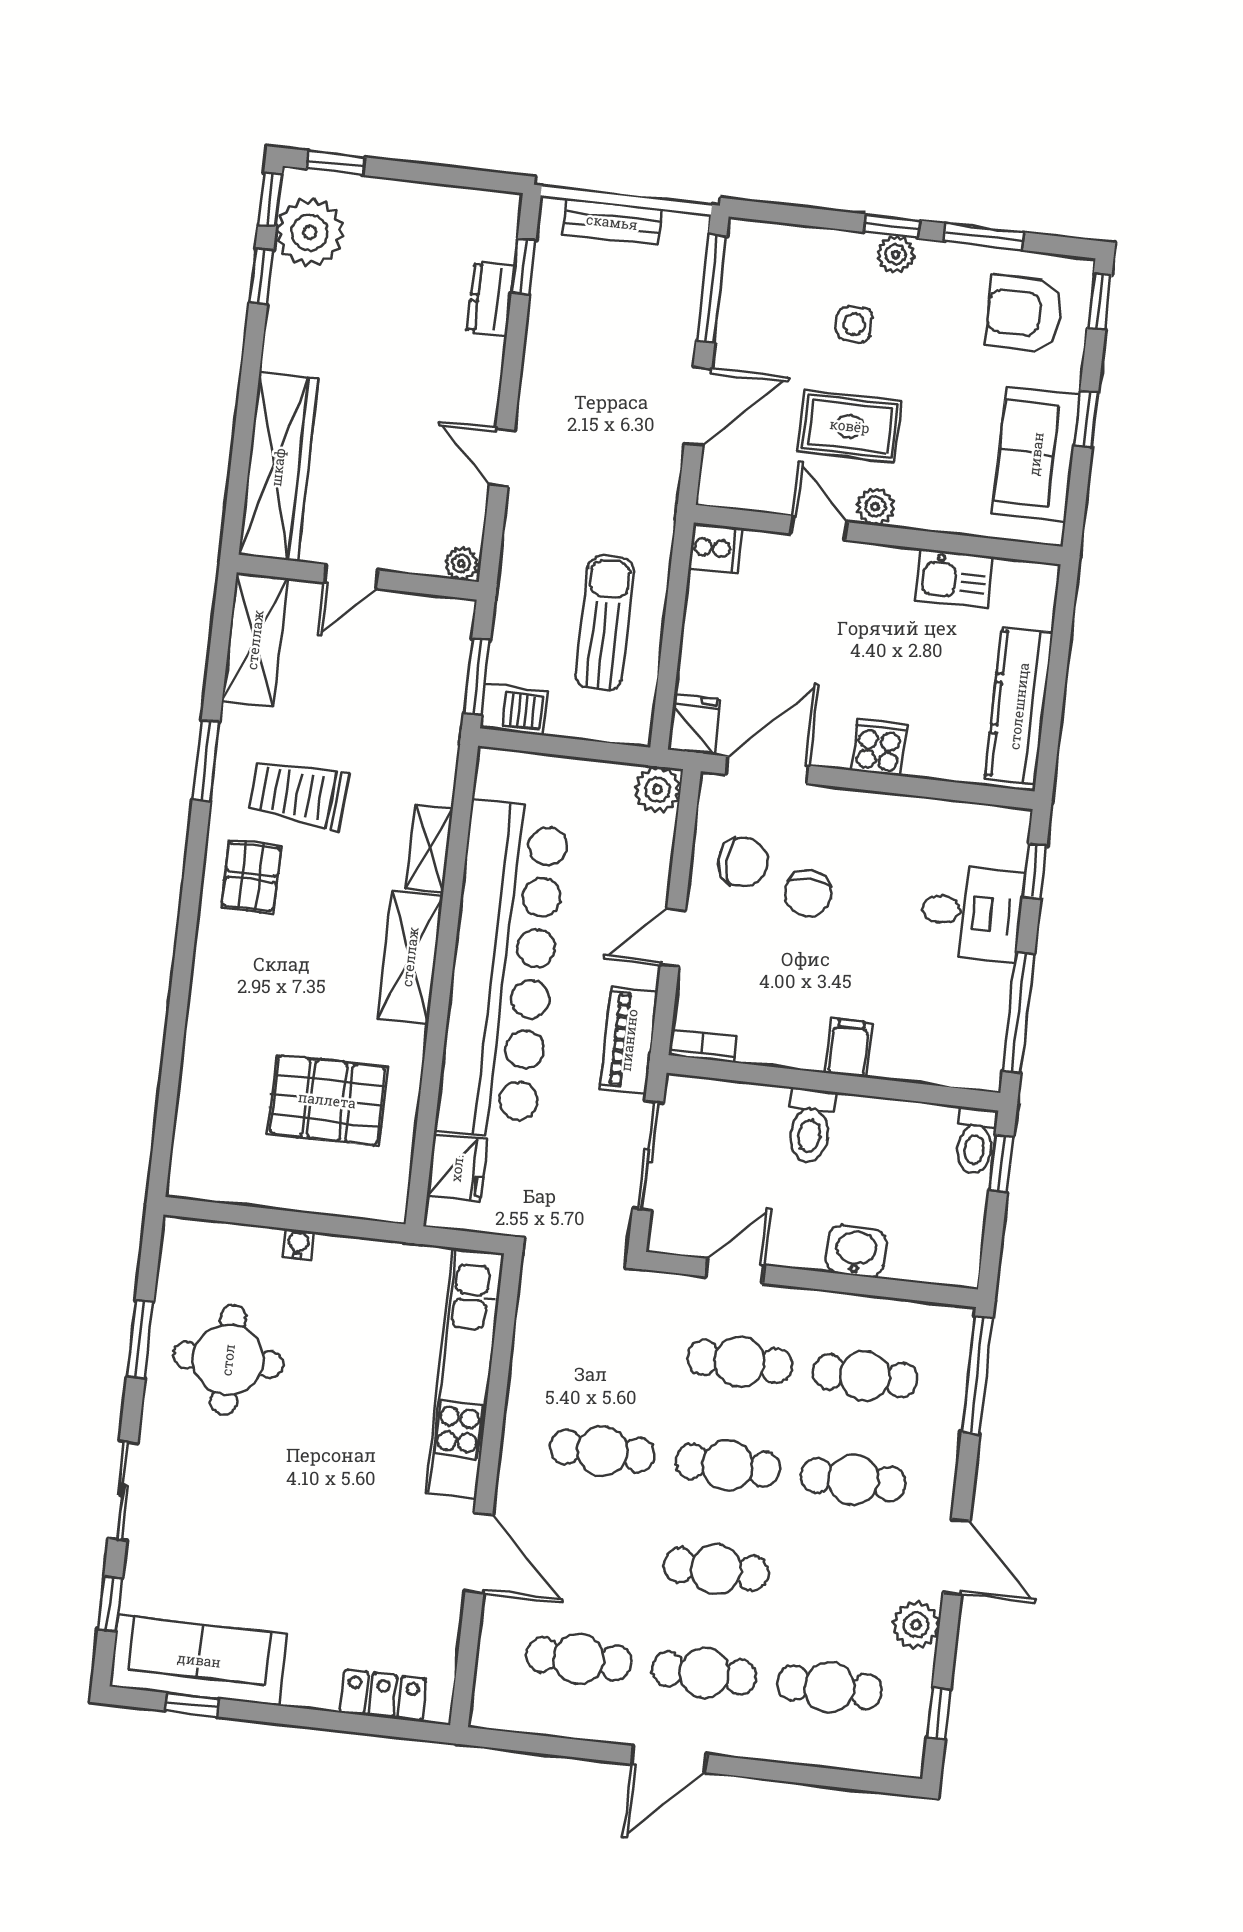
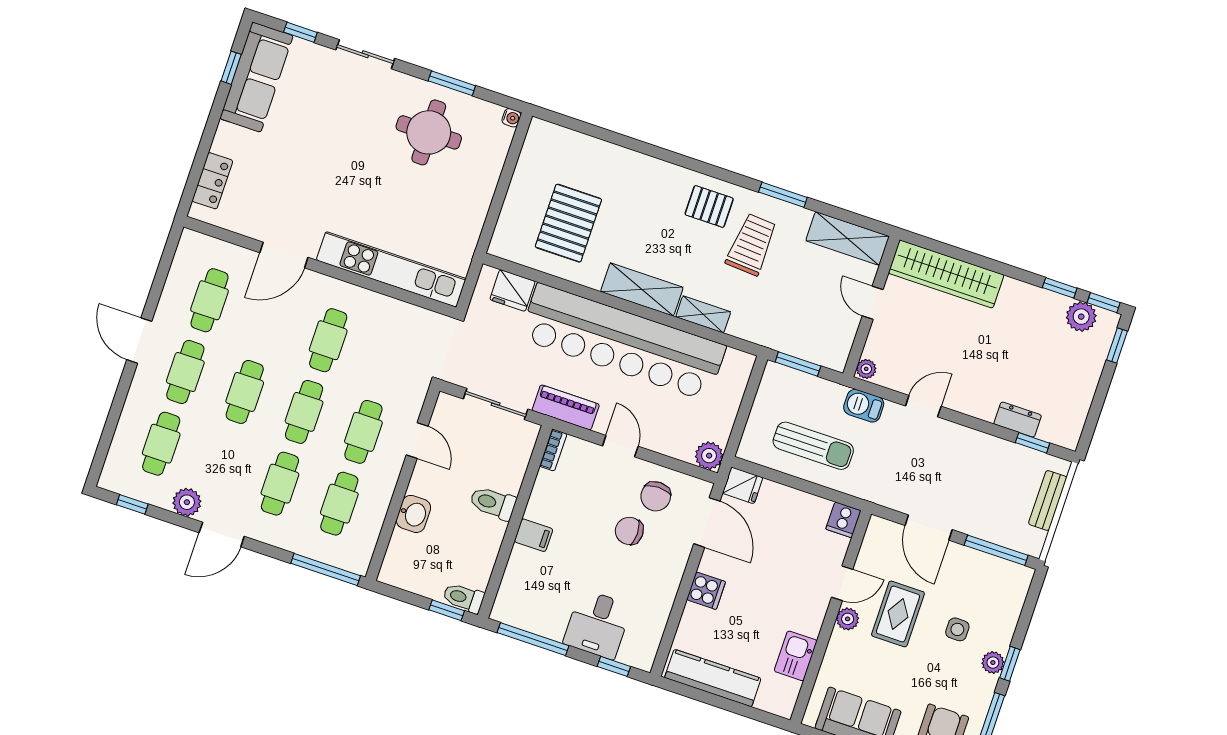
plant: (310, 232) -> (1081, 317), width x0.73, depth x0.73
barbecue: (513, 710) -> (864, 406), moved, turned 90
water cooler: (298, 1244) -> (511, 118), moved

